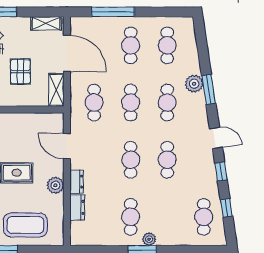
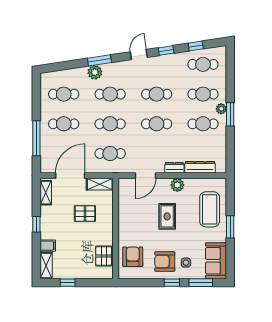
dresser: (77, 207) -> (200, 167), width x1.44
cafe table: (167, 217) -> (203, 94), added

